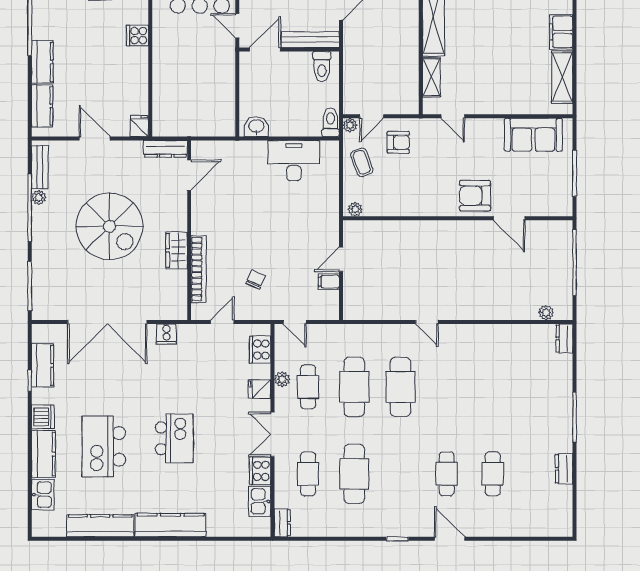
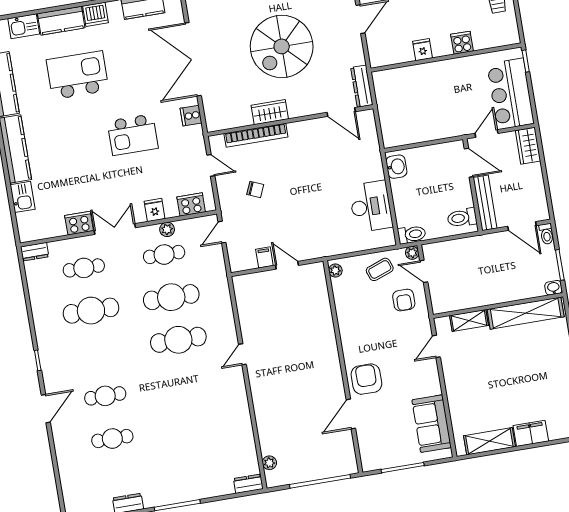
fridge: (139, 126) -> (423, 50), moved, turned -90
kitchen island: (174, 438) -> (133, 135), moved
kitchen sink: (260, 501) -> (23, 197), moved, turned 90

